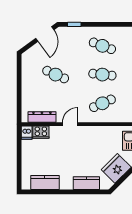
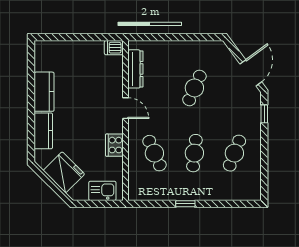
door: (45, 34) -> (251, 73), swing flipped
cooker: (41, 132) -> (114, 145), moved
kitchen counter: (45, 183) -> (44, 92), moved

